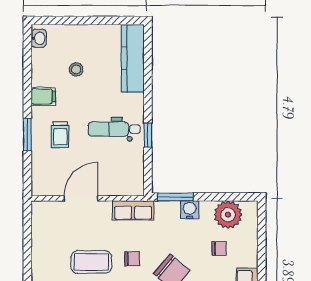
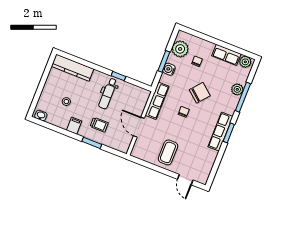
window: (175, 197) -> (164, 61), moved
row of seats: (133, 210) -> (157, 101), width x1.48
coffee table: (91, 262) -> (168, 152), moved

